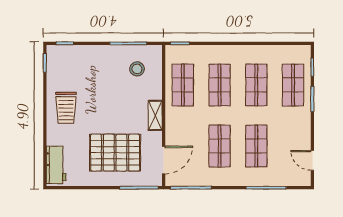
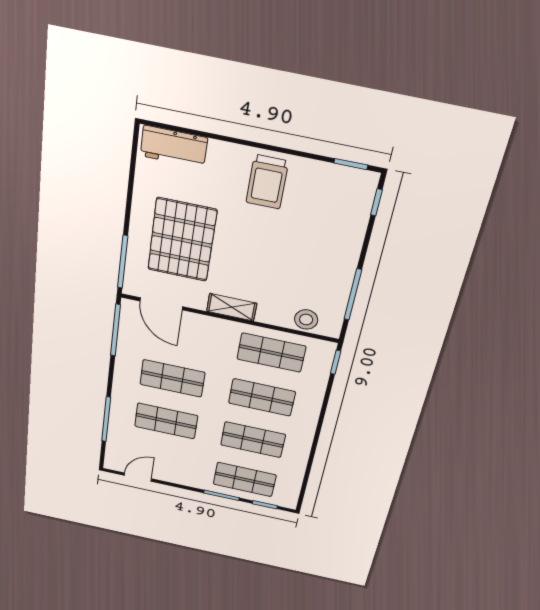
stool: (137, 69) -> (306, 320), moved
trolley: (66, 108) -> (267, 182), turned -90

